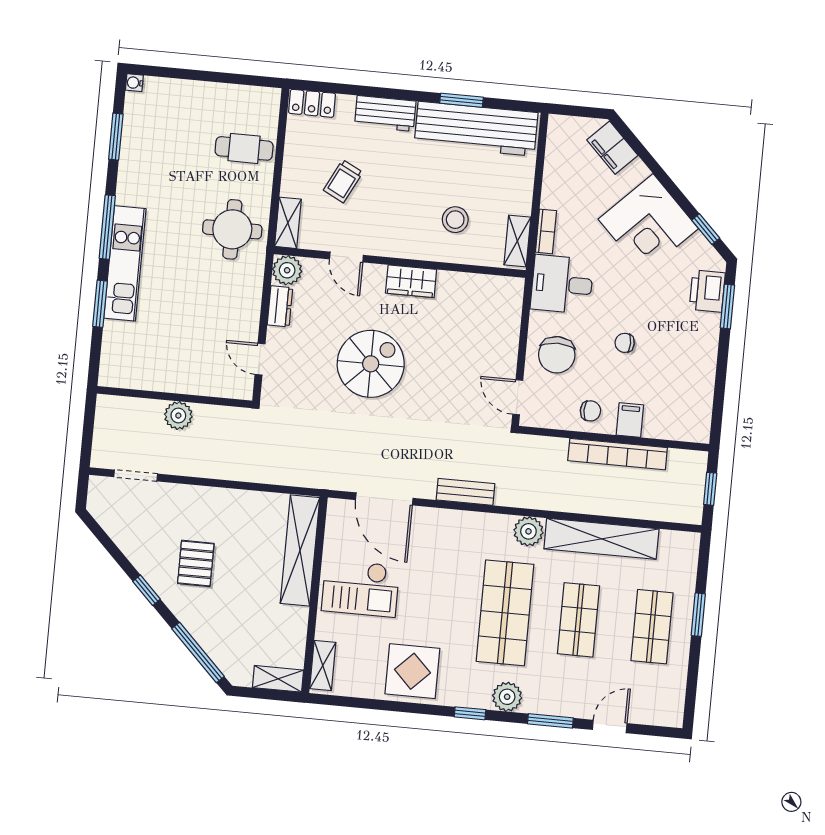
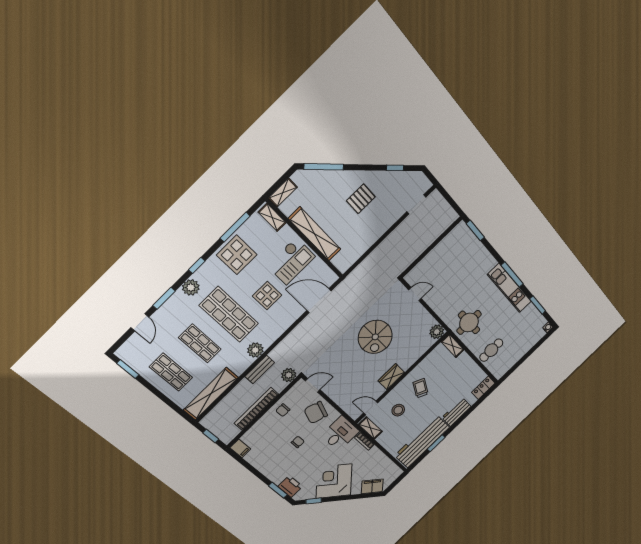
trolley: (343, 181) -> (421, 388), moved
door: (346, 257) -> (371, 408), moved
kitchen unit: (125, 263) -> (509, 288), moved
window: (100, 304) -> (475, 230), moved
dresser: (280, 306) -> (427, 318), removed
chair: (557, 355) -> (316, 413), turned -71
plant: (178, 415) -> (289, 375), moved
filing cabinet: (630, 420) -> (240, 448), moved
bench: (465, 492) -> (260, 370), moved
shelving: (601, 539) -> (211, 394), moved
shelving: (300, 550) -> (315, 234), moved
pallet: (196, 563) -> (361, 199), turned 90
display table: (436, 581) -> (267, 296), added
checkout: (361, 588) -> (291, 261), turned 180
window: (147, 590) -> (395, 168), moved
window: (698, 615) -> (128, 369), moved
window: (376, 704) -> (235, 227), added

